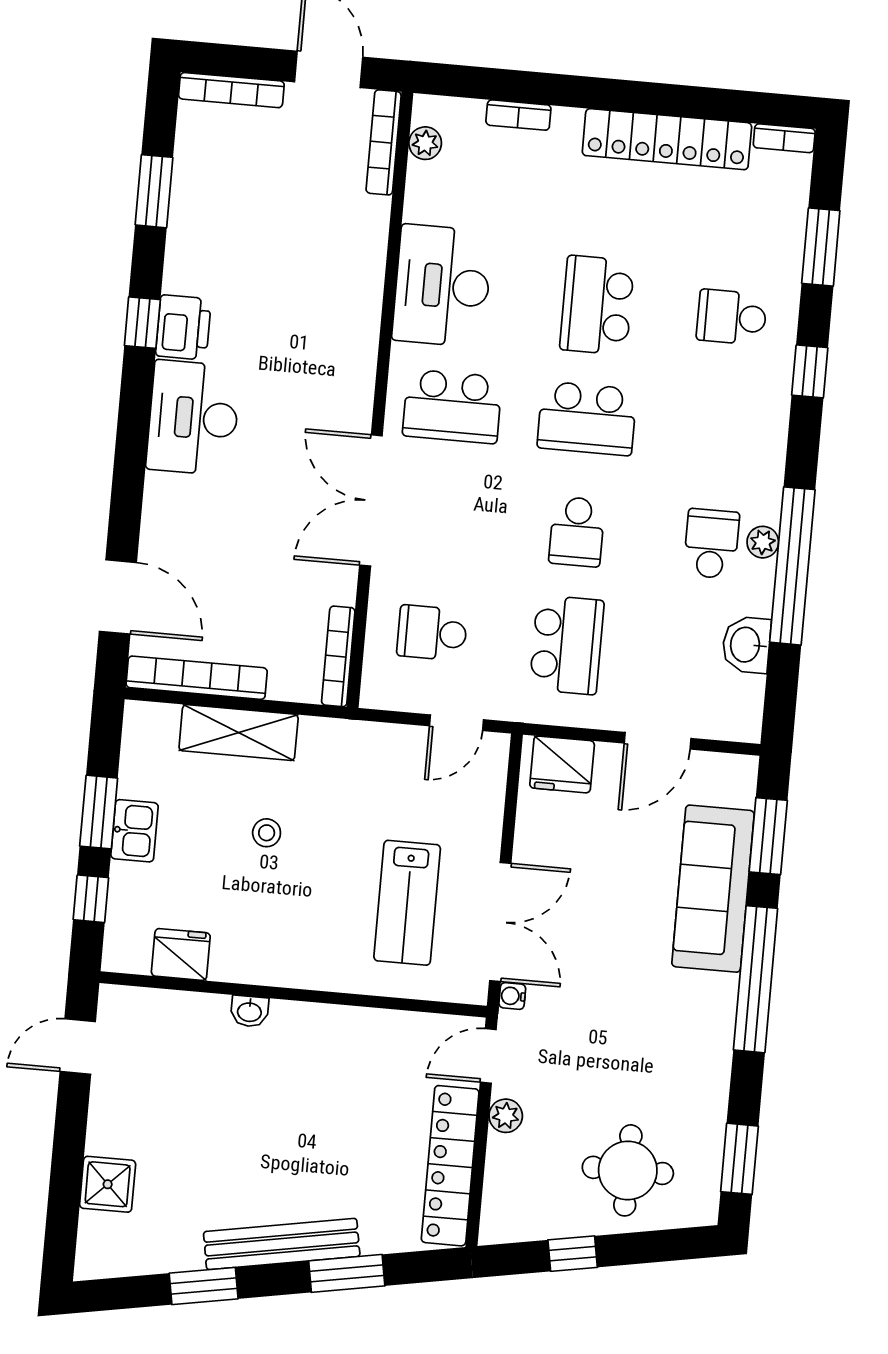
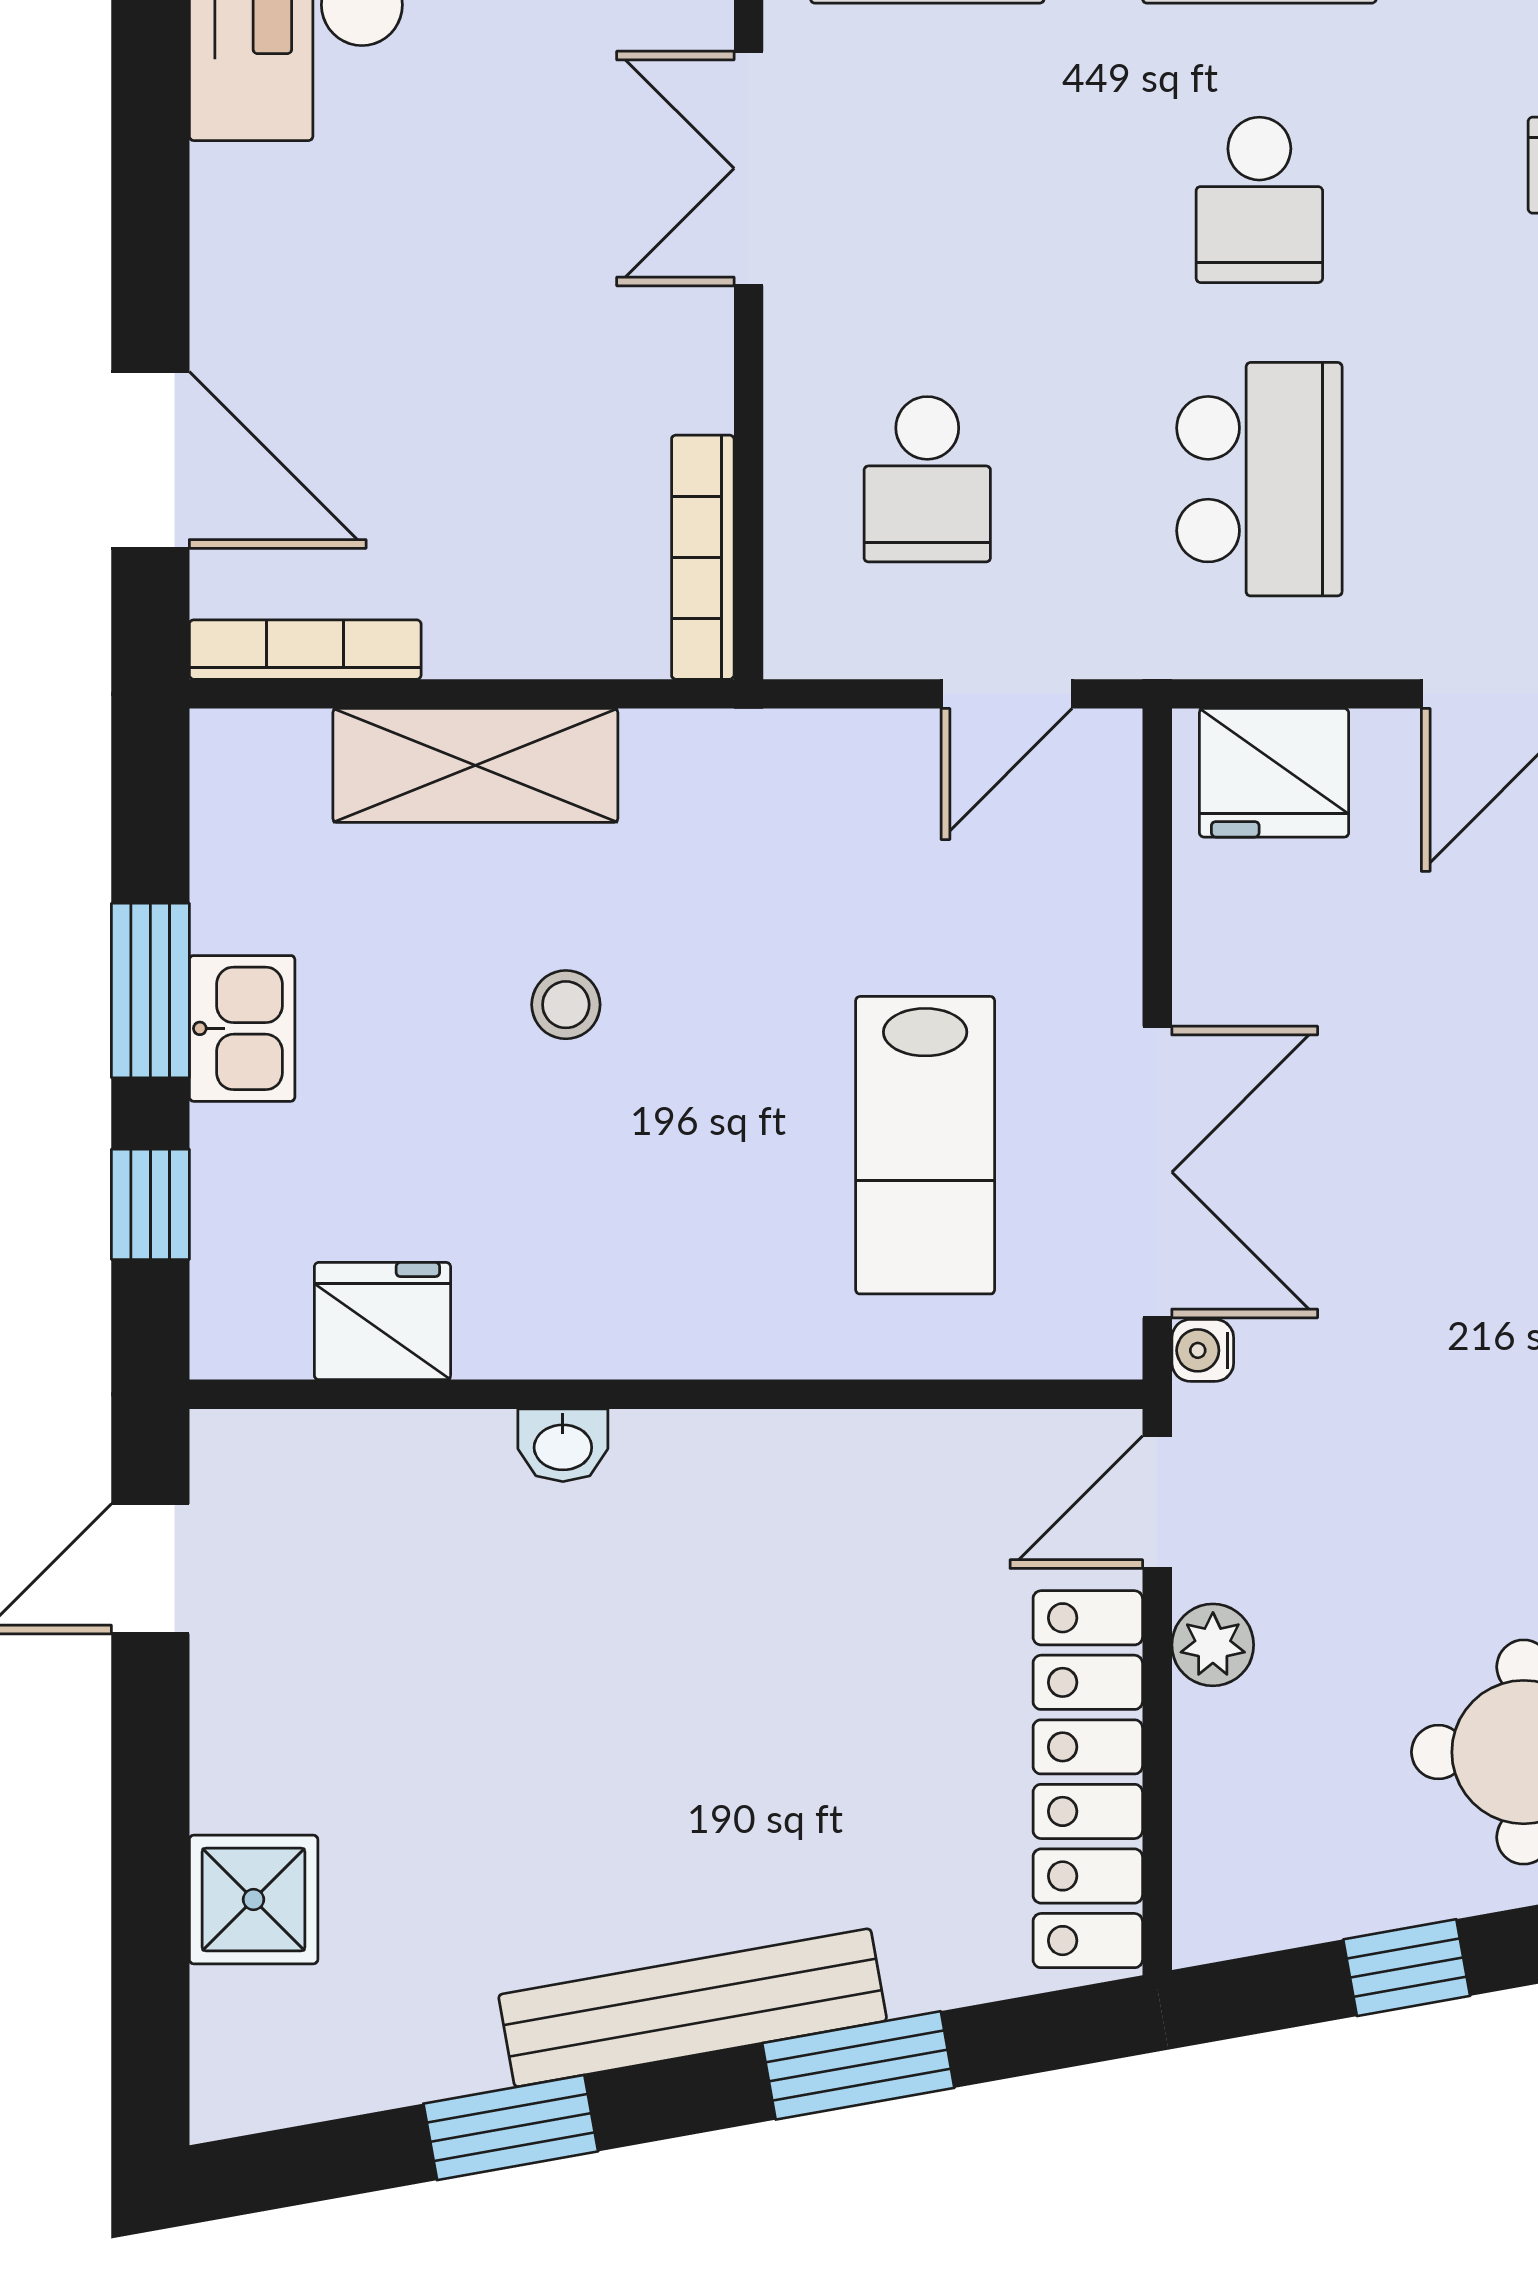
double door: (371, 500) -> (749, 168), width x0.73
school desk: (432, 633) -> (927, 479), turned -90
bookcase: (197, 678) -> (305, 650), width x0.68, depth x0.76

